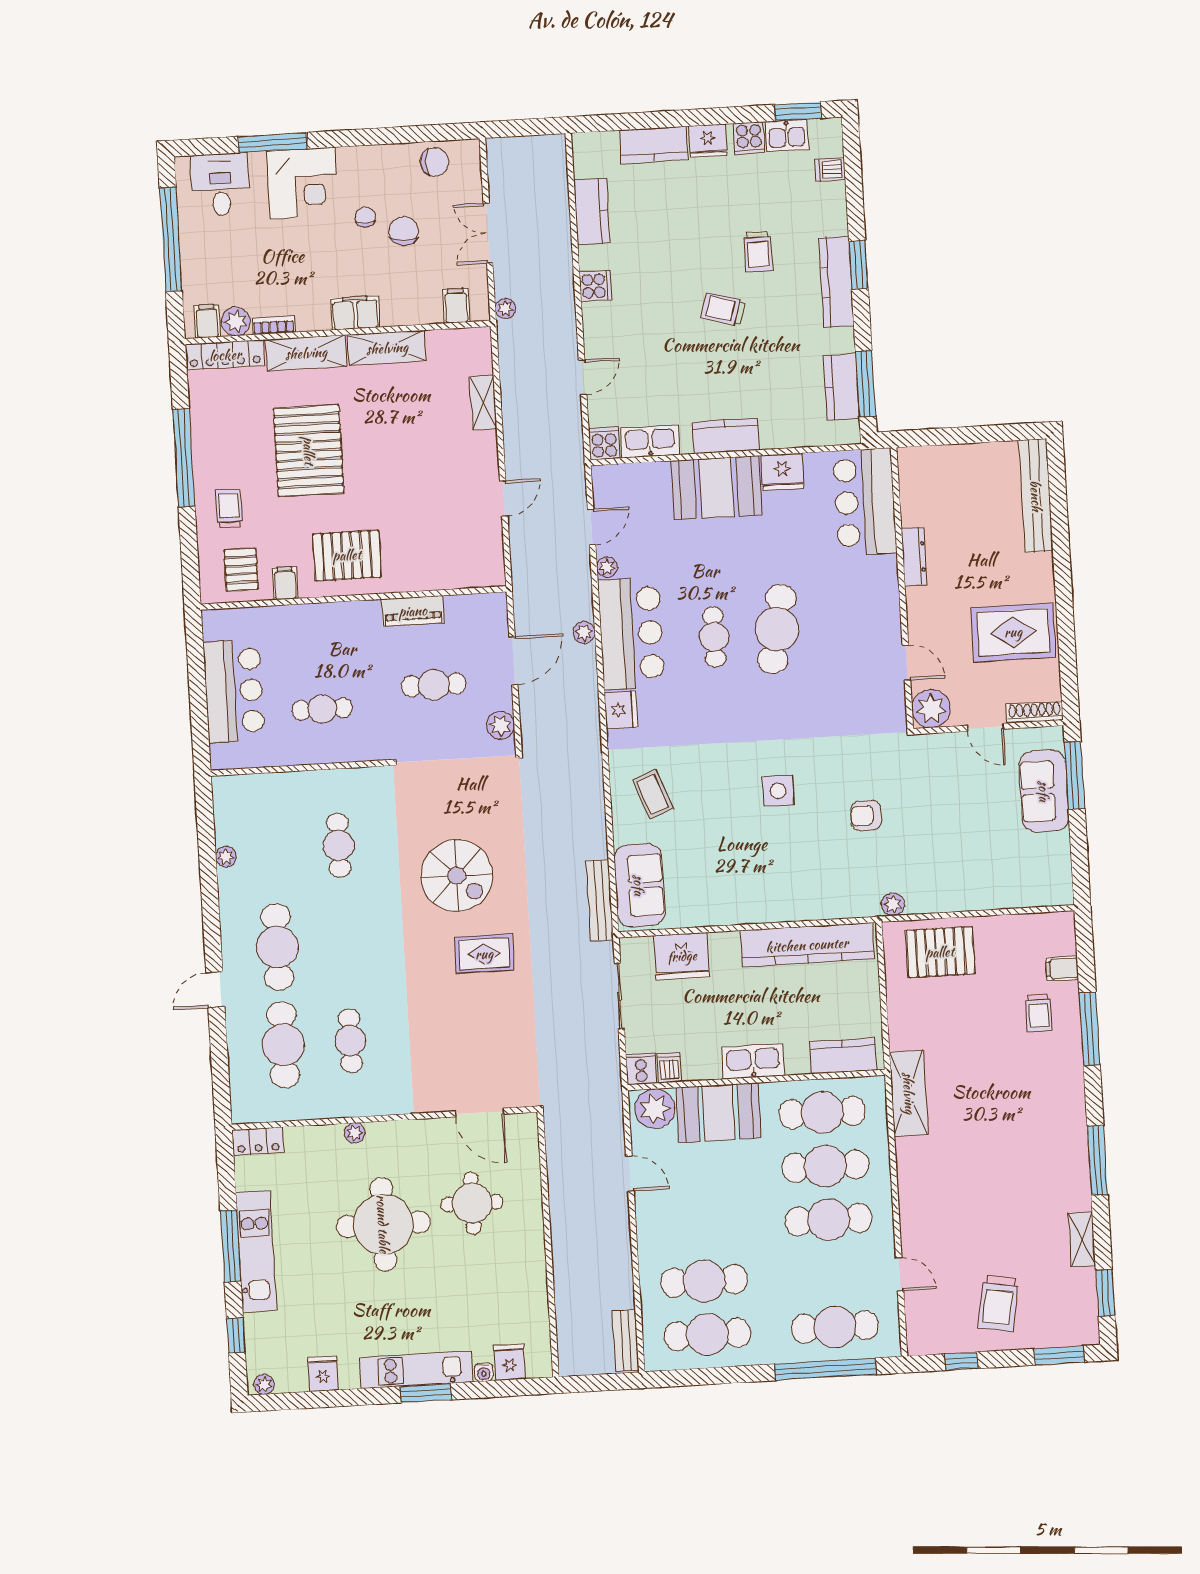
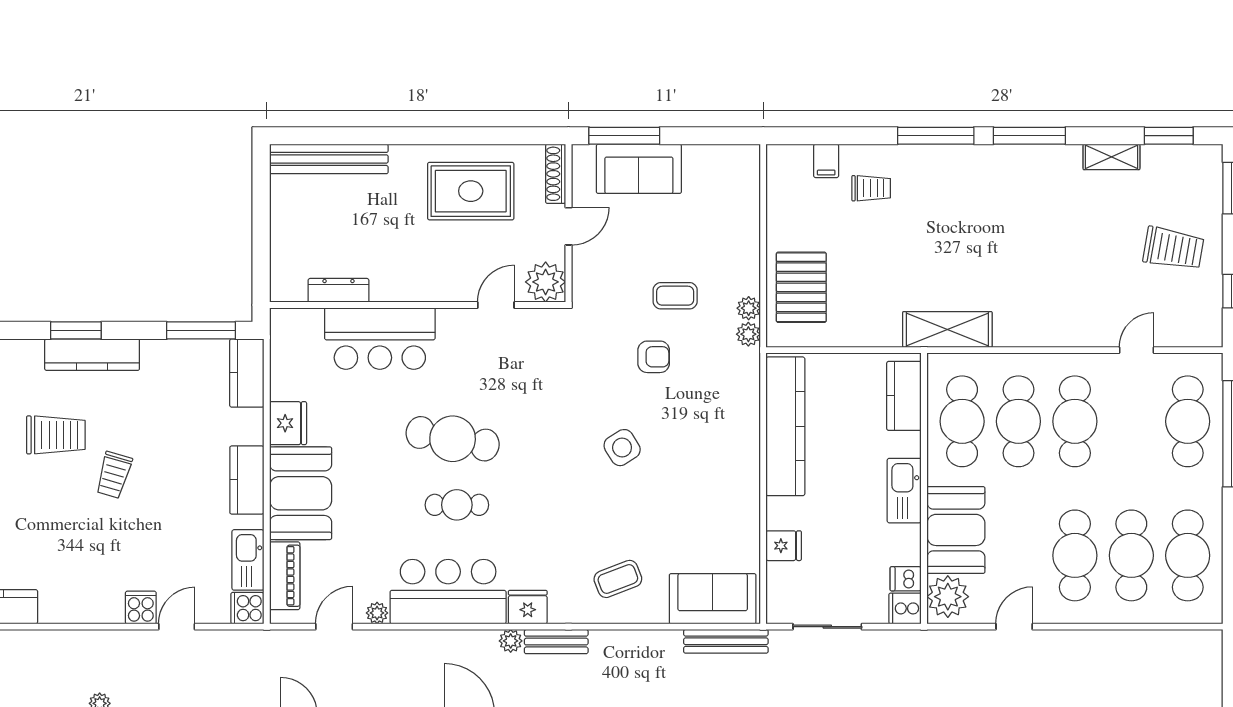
trolley: (758, 252) -> (56, 435), width x1.36, depth x1.39
cooker: (595, 286) -> (141, 607), moved
door: (583, 377) -> (177, 627), hinge flipped
kitchen counter: (841, 387) -> (247, 373), moved, turned 90
piano: (637, 477) -> (285, 576), added
bar counter: (865, 502) -> (380, 339), moved
door: (592, 527) -> (334, 627), hinge flipped
dresser: (914, 557) -> (338, 290), moved
plant: (584, 632) -> (511, 641), moved
rug: (1013, 632) -> (471, 191), turned 90
side table: (778, 791) -> (622, 448), turned -32
armchair: (866, 816) -> (654, 357), turned -90
coffee table: (925, 833) -> (675, 296), added
plant: (918, 903) -> (749, 308), added
fridge: (682, 956) -> (784, 546), width x0.53, depth x0.75
window: (1090, 1029) -> (936, 136), moved
cafe table: (701, 1227) -> (1075, 555), added
bench: (626, 1340) -> (556, 642), moved

